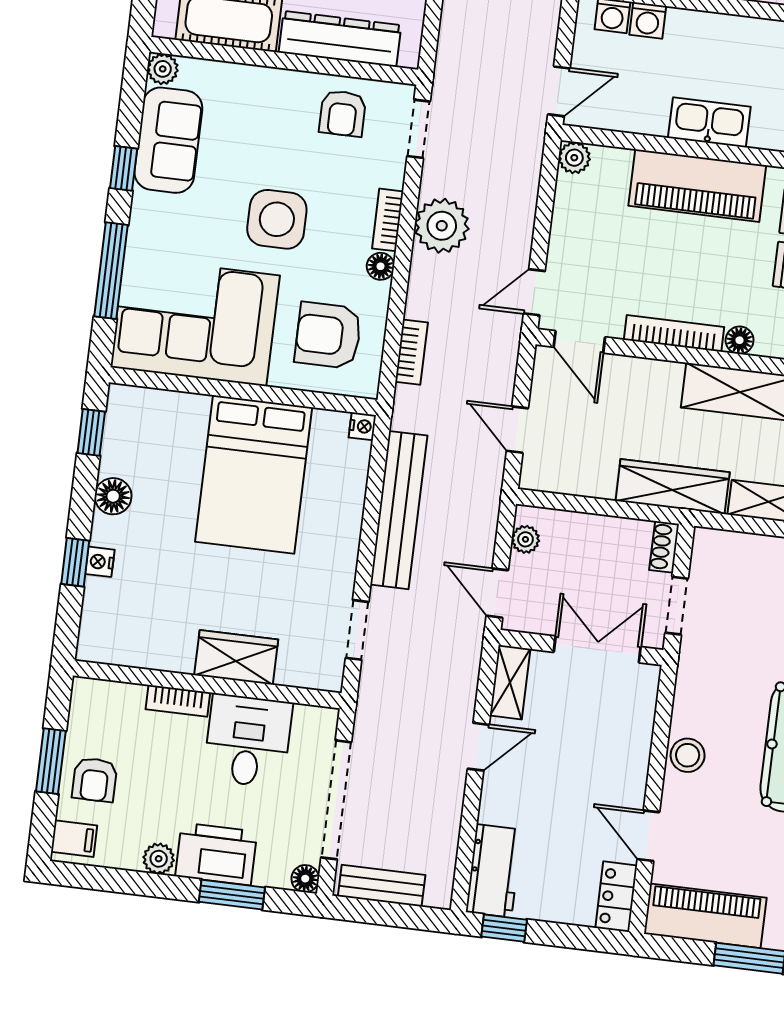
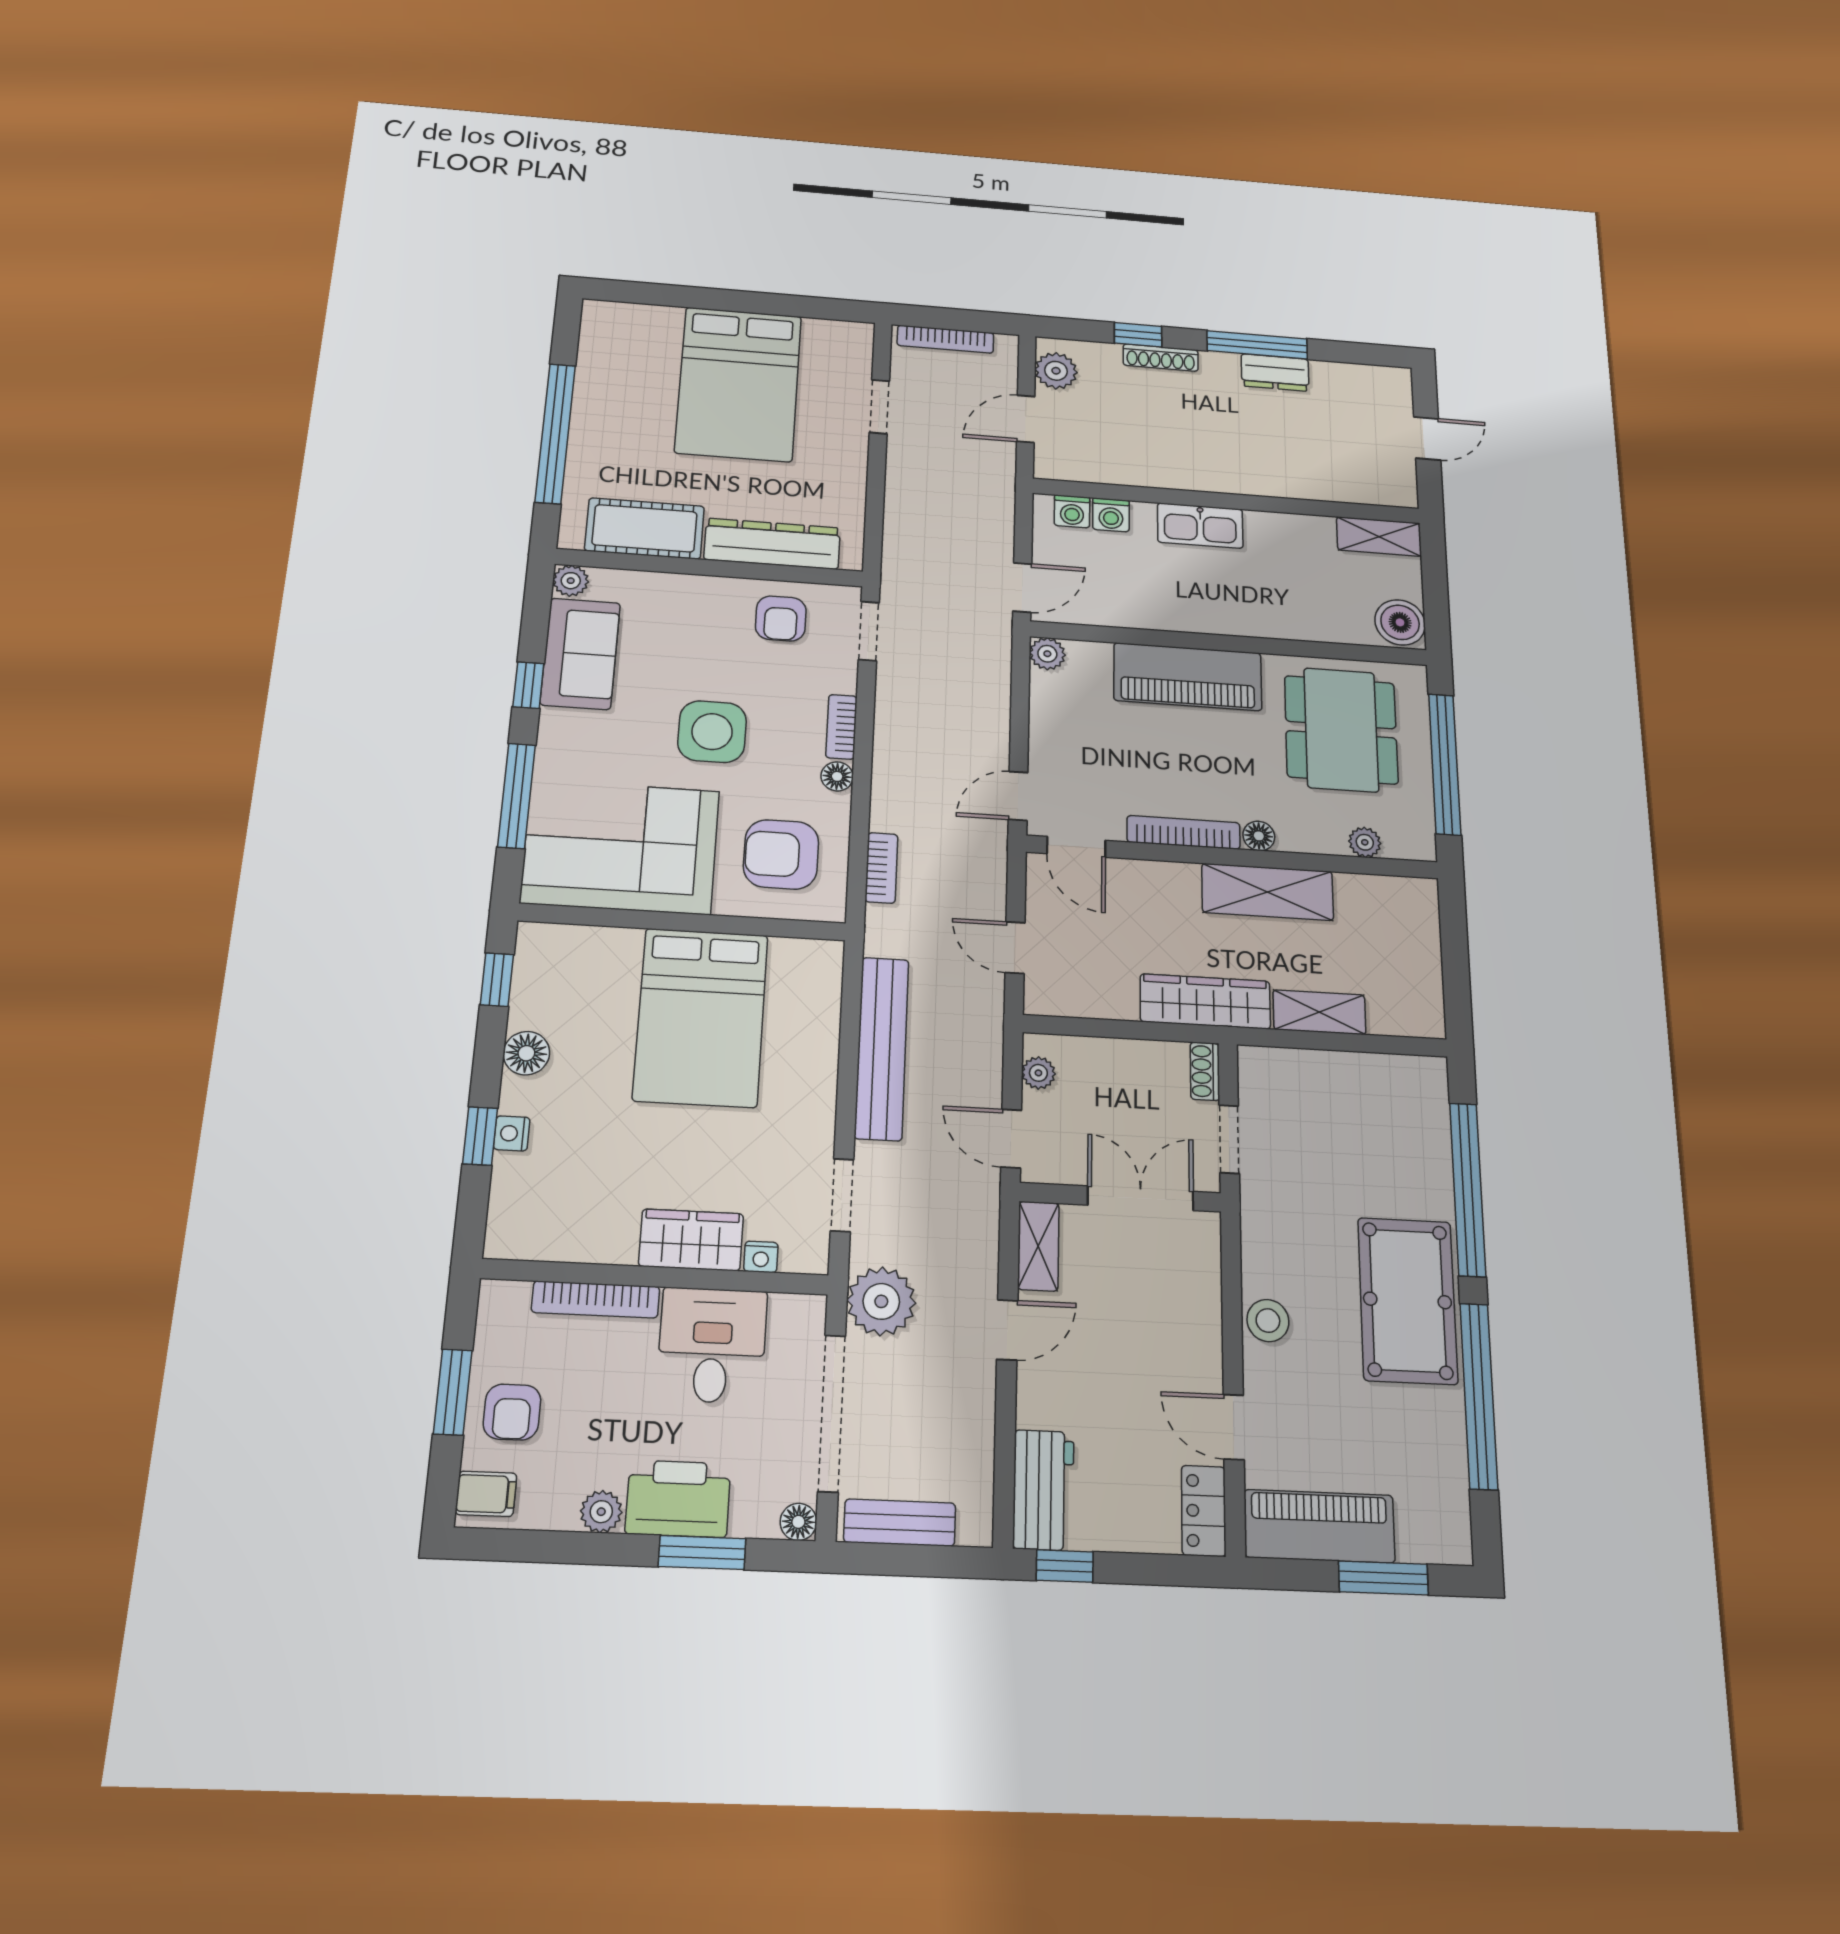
kitchen sink: (709, 122) -> (1200, 526), moved, turned 180
plant: (442, 226) -> (881, 1301), moved
nightstand: (362, 426) -> (761, 1257), moved, turned 90
bookcase: (178, 701) -> (596, 1299), width x1.56

